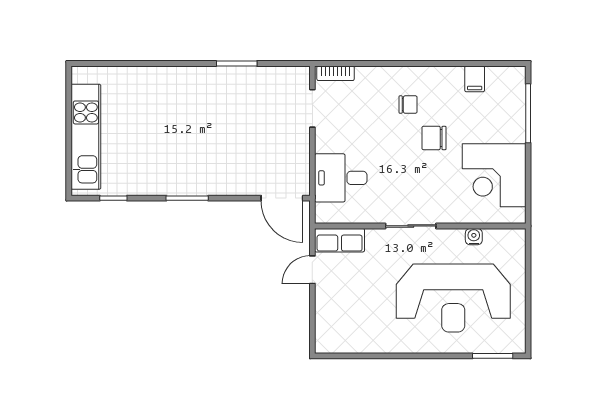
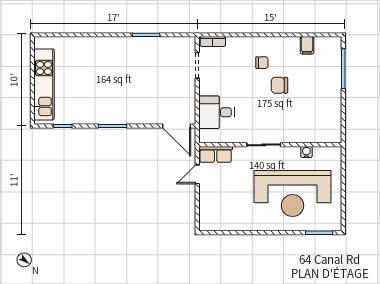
corner desk: (494, 175) -> (320, 110), removed

